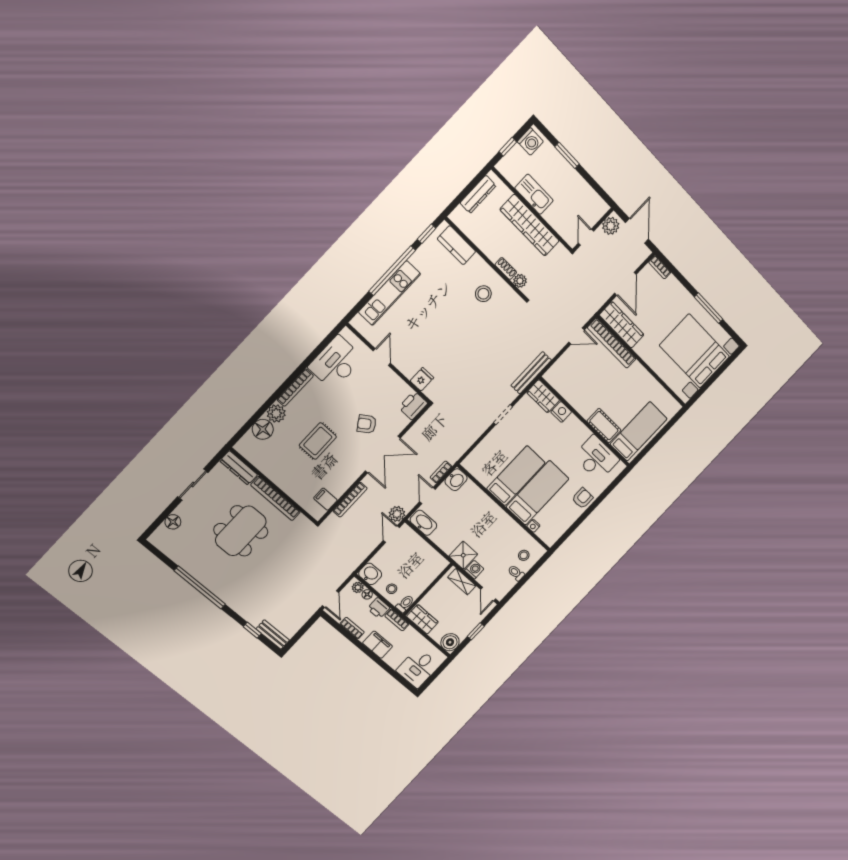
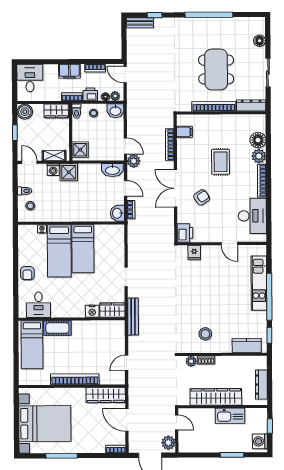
bookcase: (612, 343) -> (75, 379), moved
desk: (596, 458) -> (38, 305), width x0.73
shower: (434, 566) -> (80, 150), added

